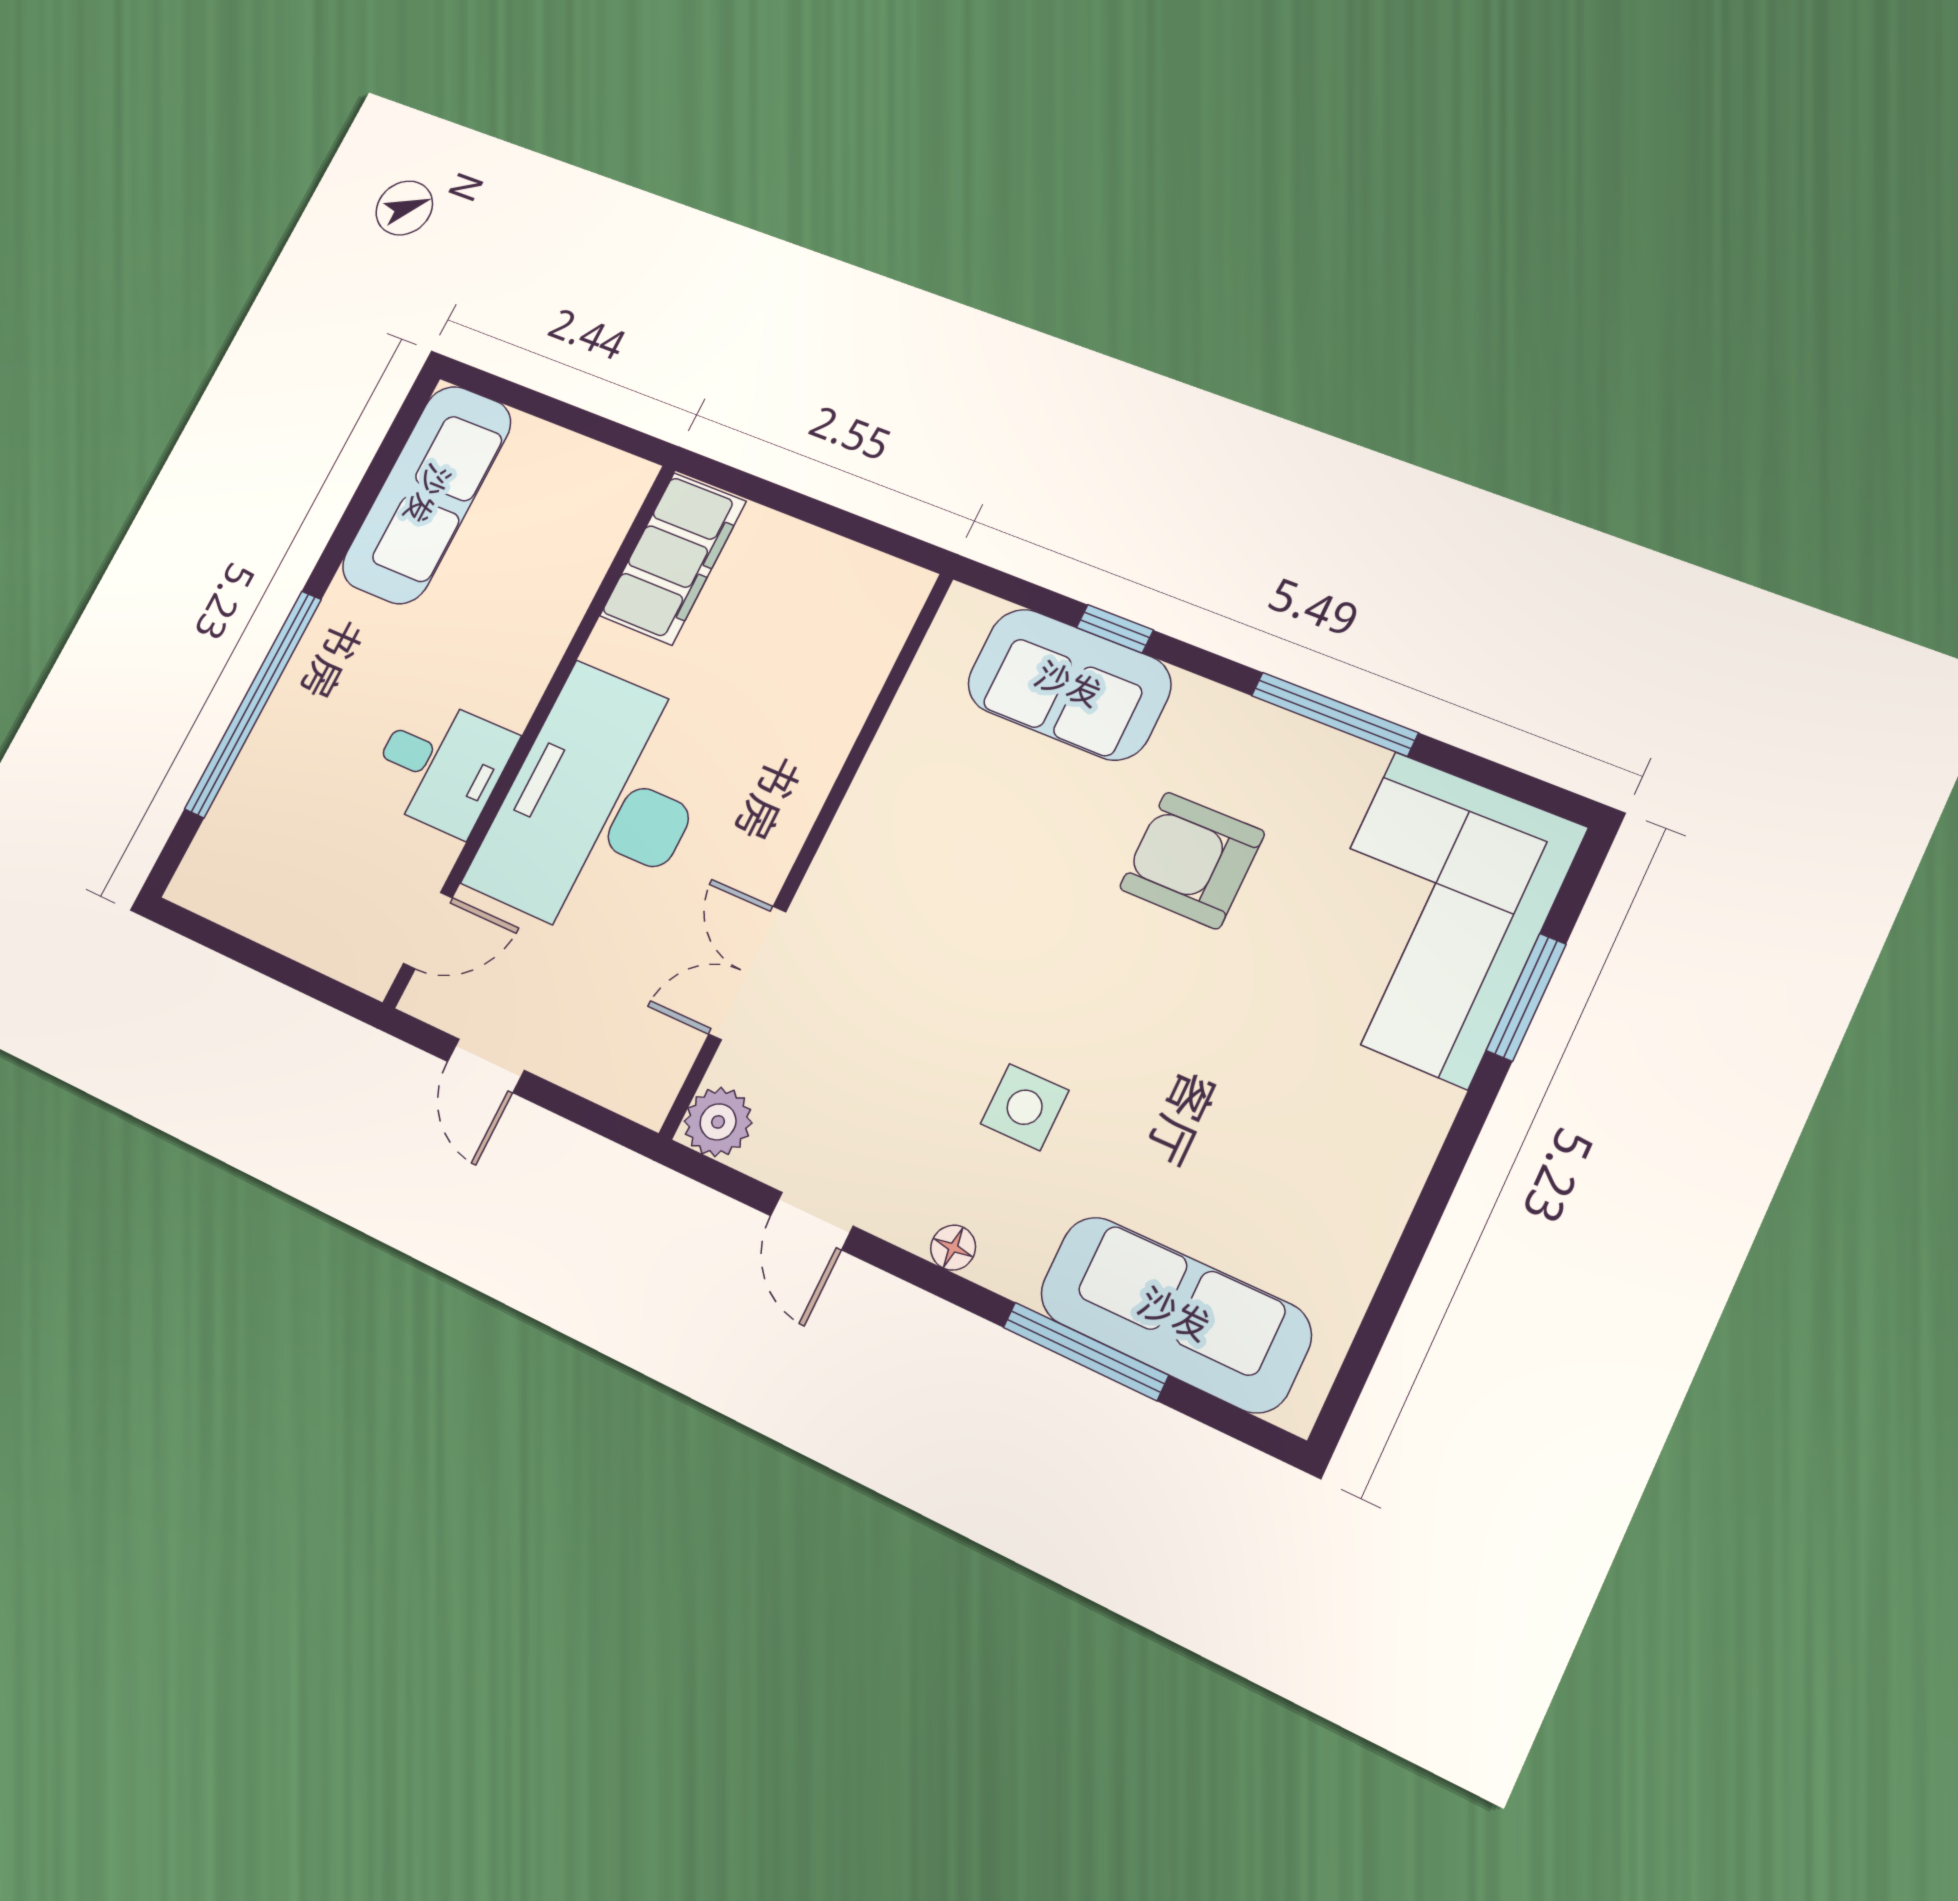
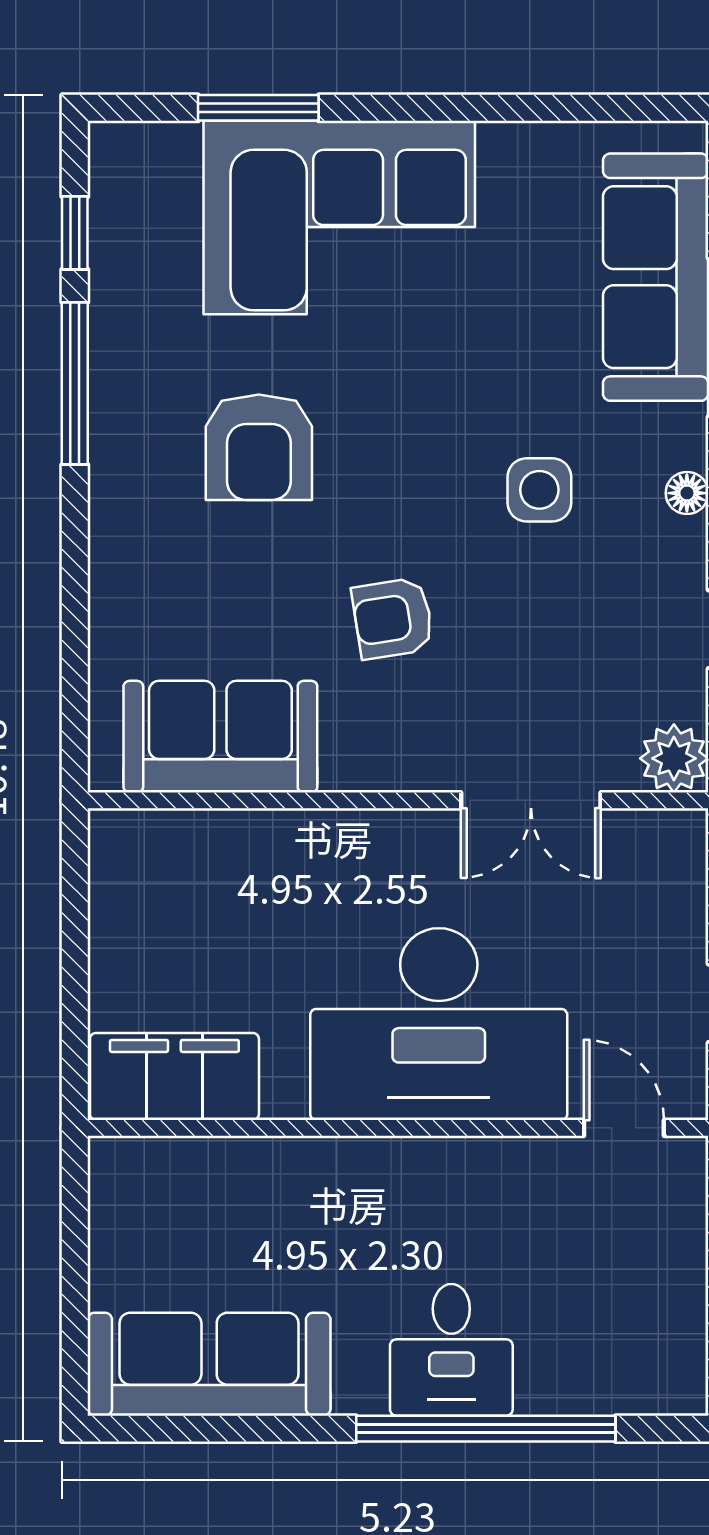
window: (1115, 629) -> (75, 233), moved
sofa: (1069, 684) -> (220, 737), moved, turned -90
desk: (441, 765) -> (451, 1350), moved, turned 180
armchair: (973, 917) -> (393, 618), added
corner sofa: (1431, 918) -> (339, 217), moved

